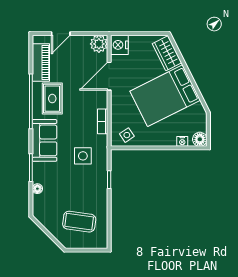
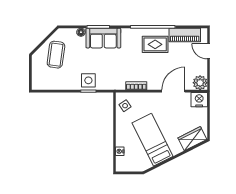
door: (109, 76) -> (173, 91), hinge flipped
bed: (165, 96) -> (152, 140), width x0.67
floor lamp: (200, 139) -> (122, 166), removed
sofa: (45, 140) -> (103, 38), moved
side table: (83, 156) -> (88, 80), moved
coffee table: (79, 222) -> (56, 55), moved

